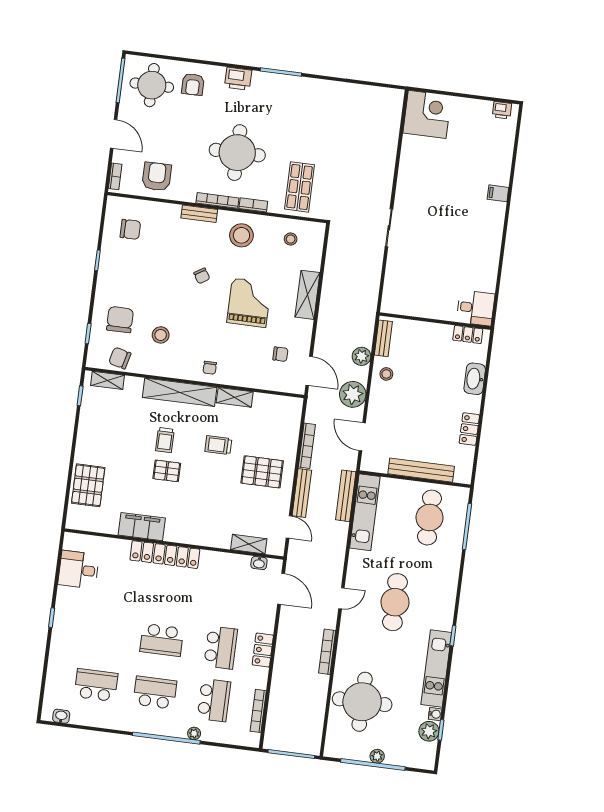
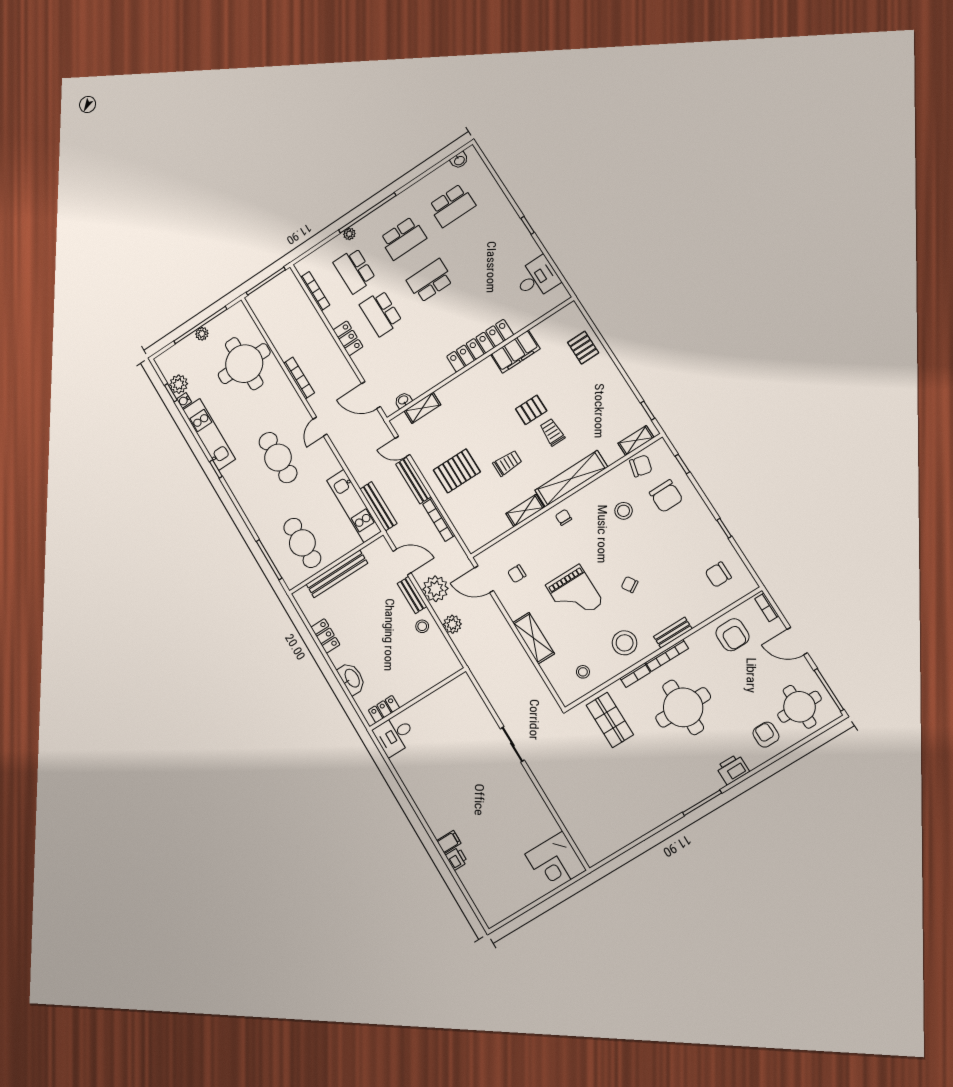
printer: (502, 110) -> (456, 859), moved, turned 90
bench: (383, 338) -> (412, 595), moved
pallet: (88, 485) -> (583, 348), width x0.67, depth x0.71

